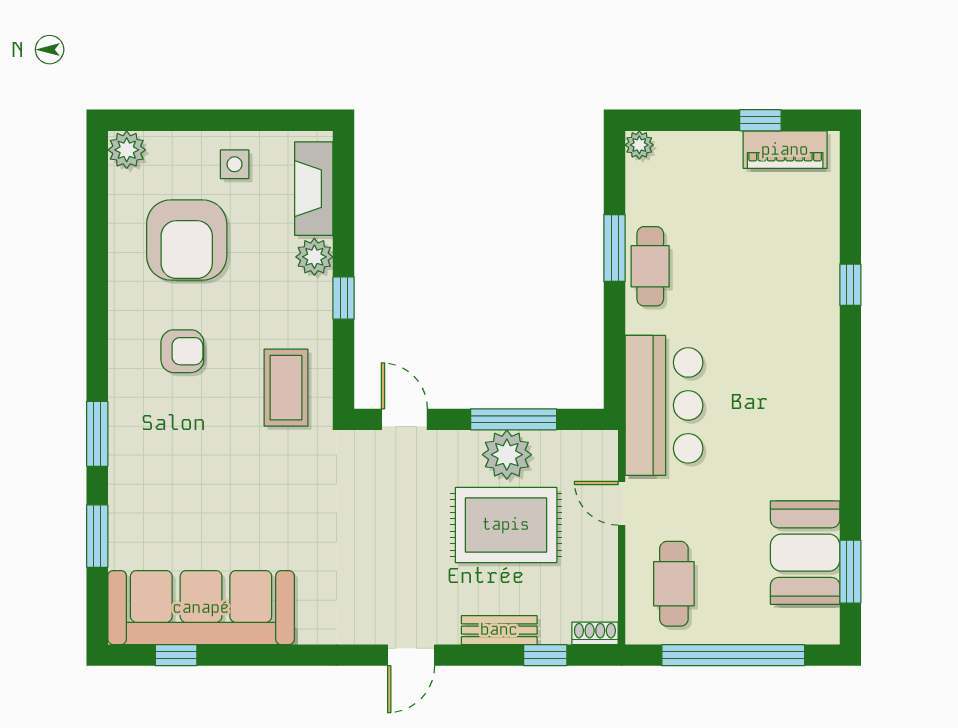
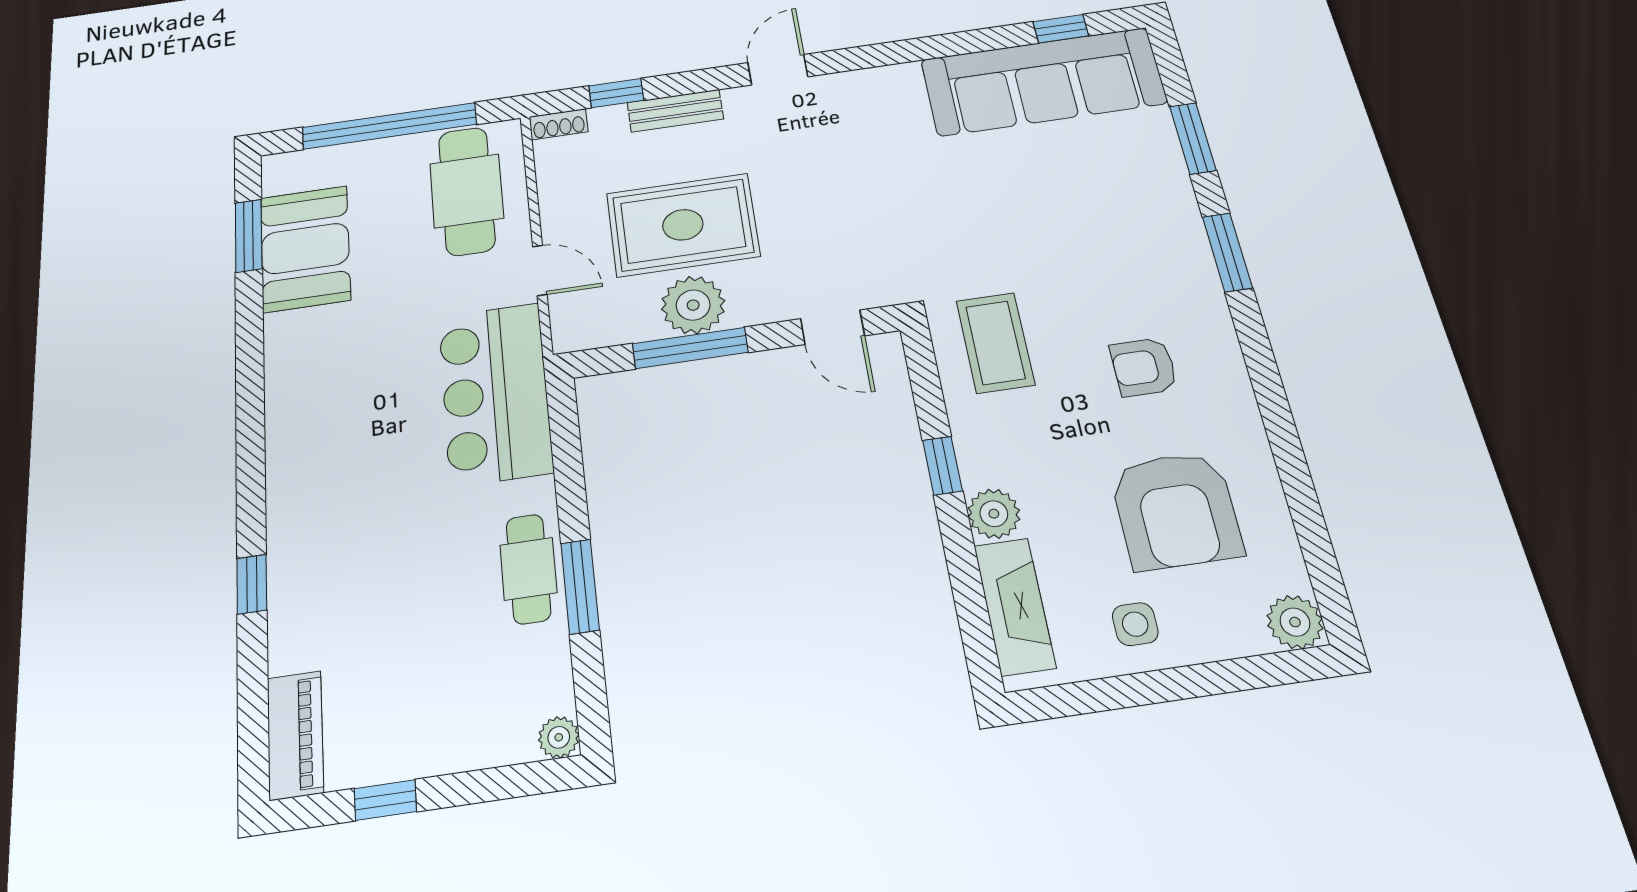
piano: (785, 150) -> (295, 735), moved, turned 90
armchair: (187, 240) -> (1176, 510), turned 180
cafe table: (674, 584) -> (467, 191), width x1.37, depth x1.35

